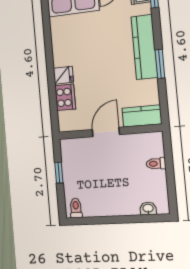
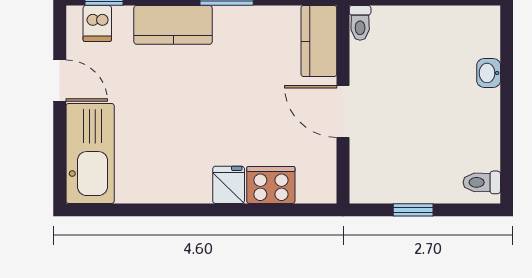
kitchen counter: (144, 47) -> (173, 25), width x0.67
toilet: (156, 164) -> (360, 23), moved
washbasin: (148, 209) -> (489, 73), moved

